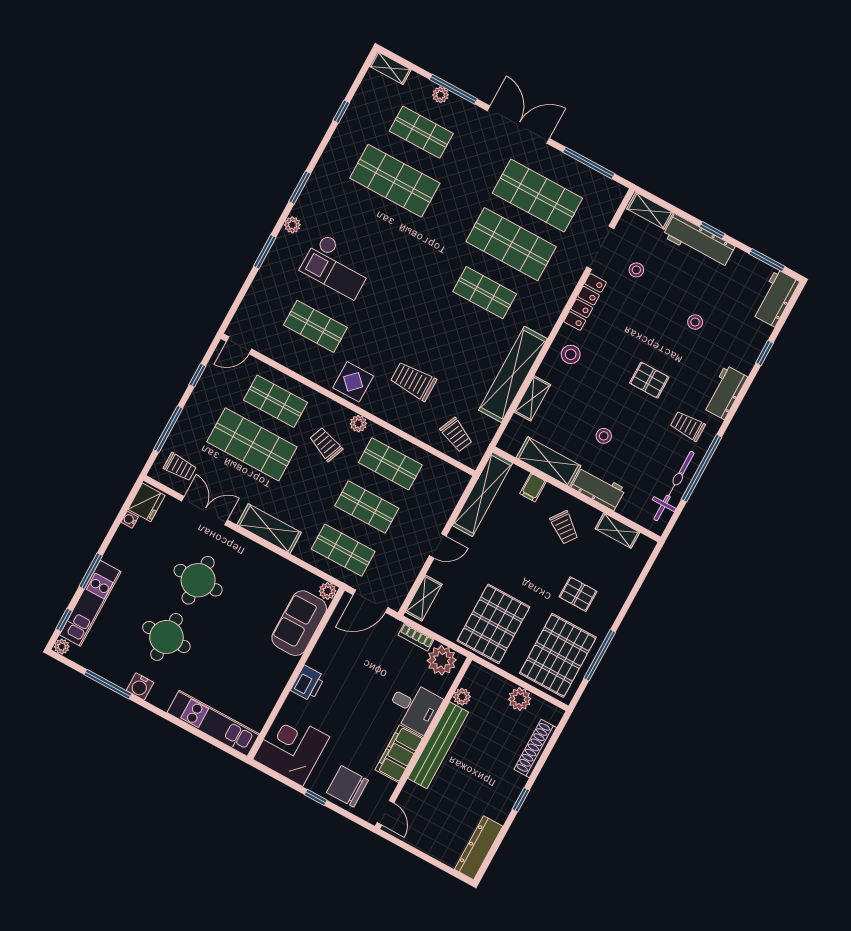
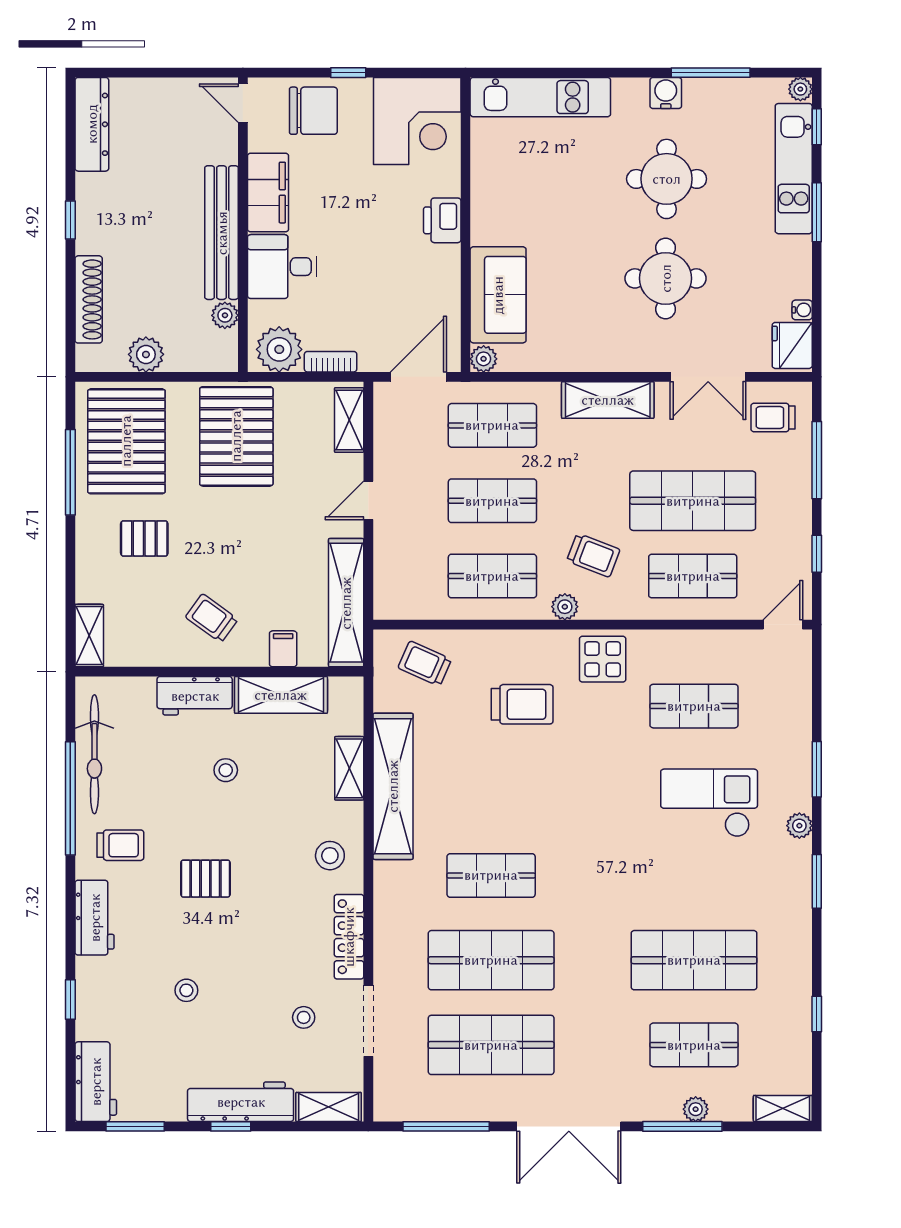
shelving: (617, 531) -> (89, 636), moved, turned 90

